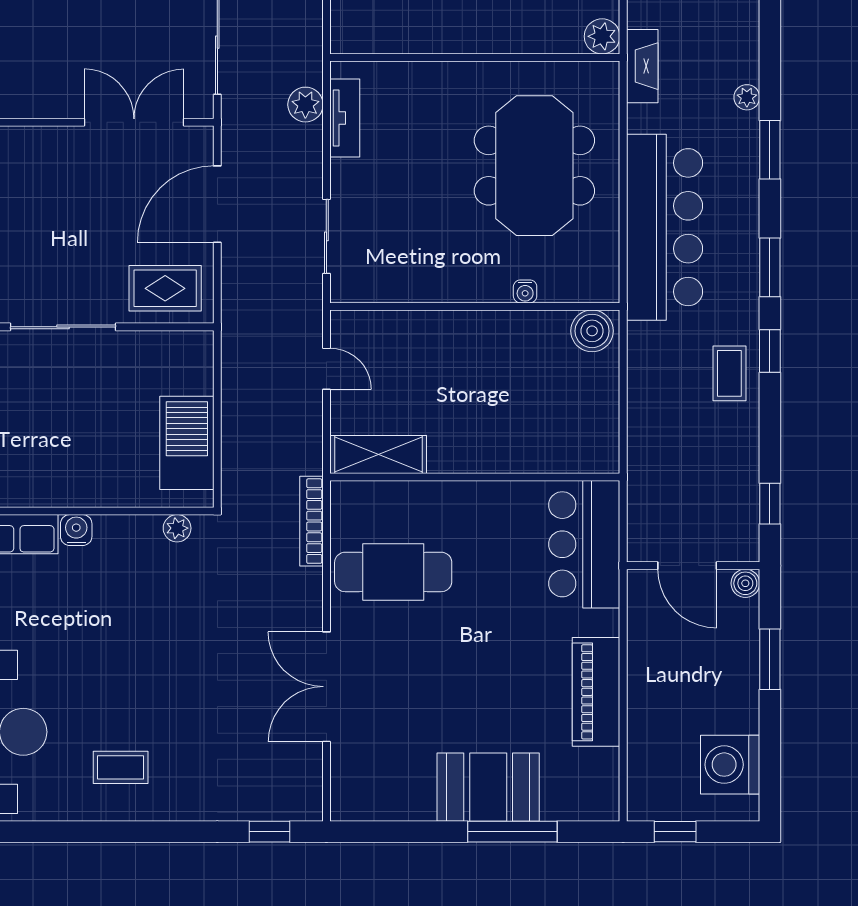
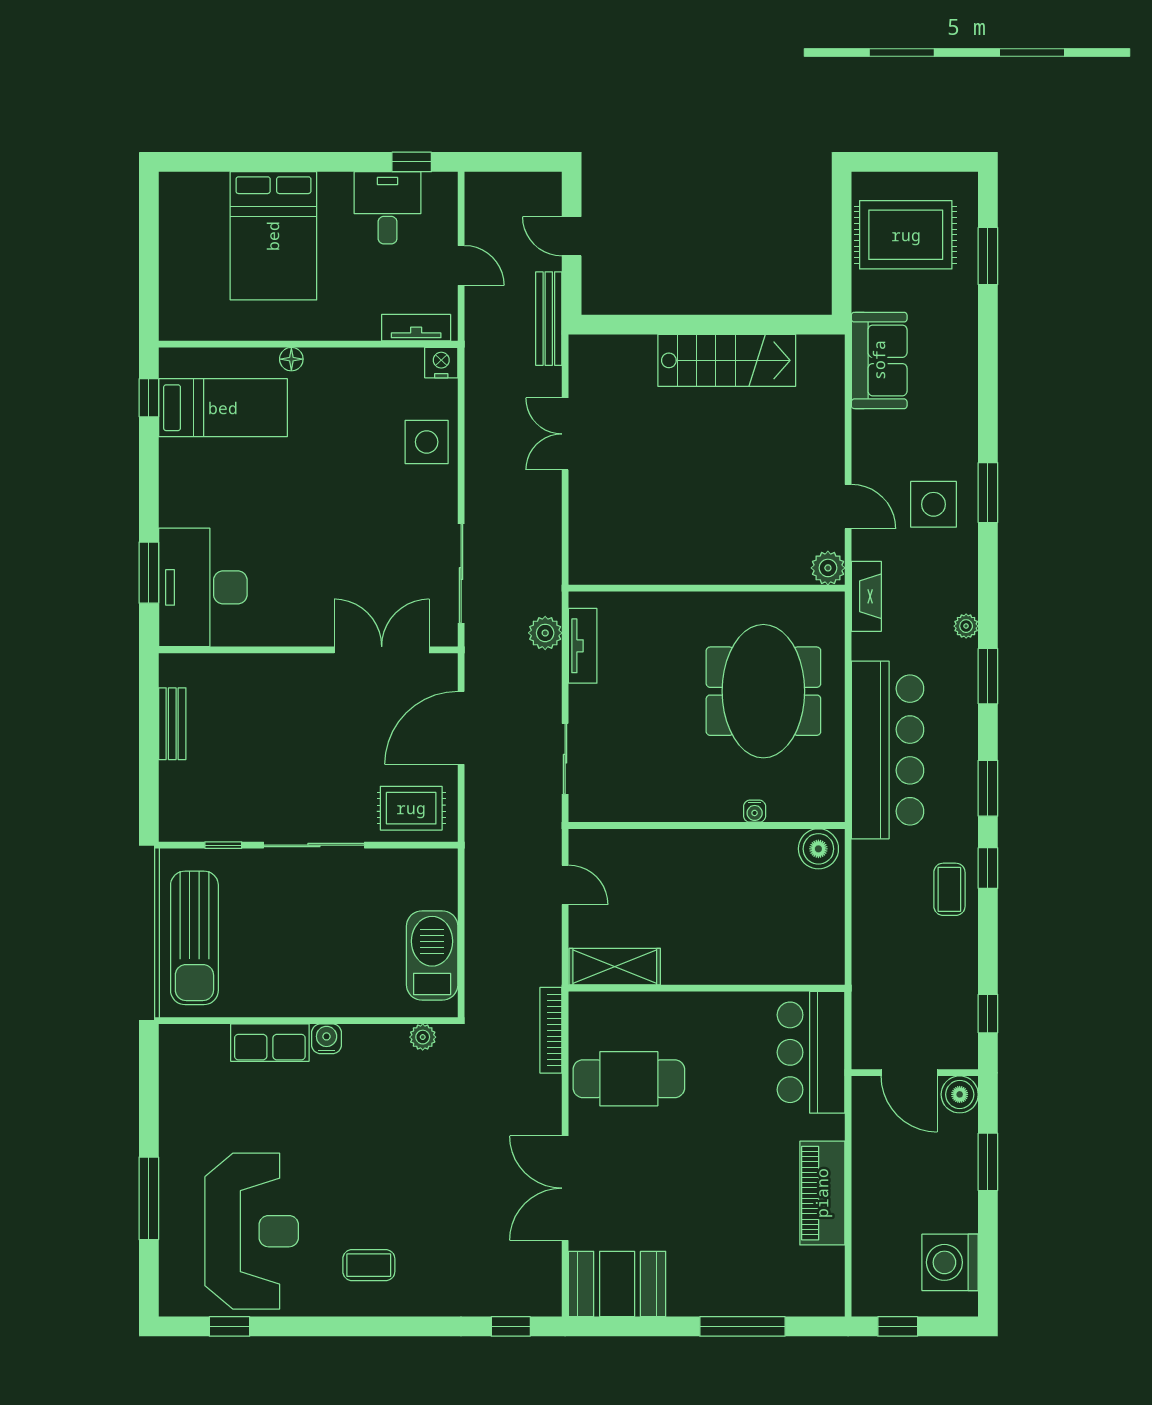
boiler: (745, 583) -> (960, 1094), width x1.36, depth x1.36
booth: (488, 787) -> (617, 1284), moved

